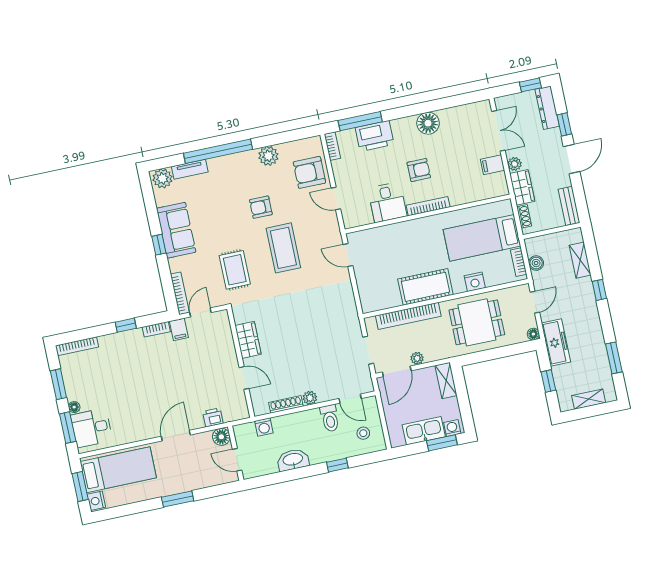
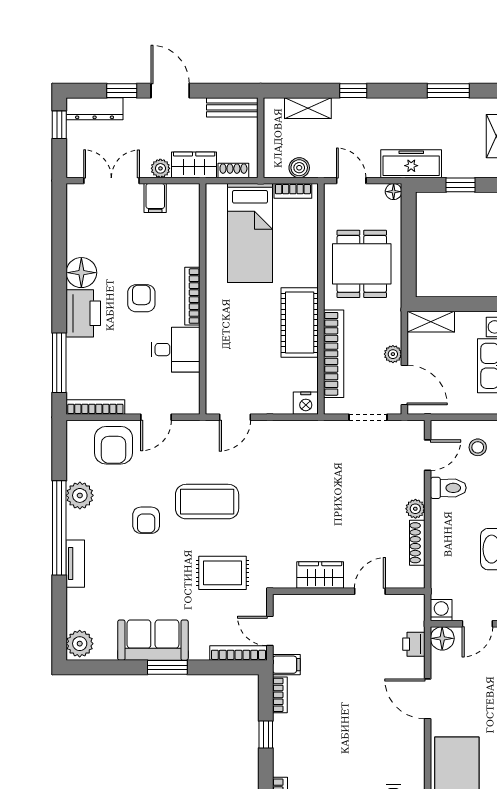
printer: (375, 136) -> (83, 313), moved
bookcase: (332, 146) -> (95, 407), width x1.56
window: (218, 151) -> (59, 528), moved
tv unit: (190, 169) -> (75, 564), moved
window: (159, 245) -> (167, 667), width x1.50
nightstand: (475, 282) -> (306, 403), moved, turned 90
washing machine: (264, 427) -> (441, 610), moved, turned -90

